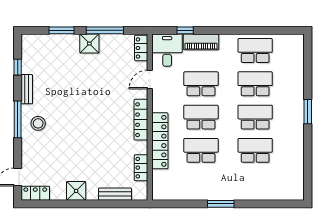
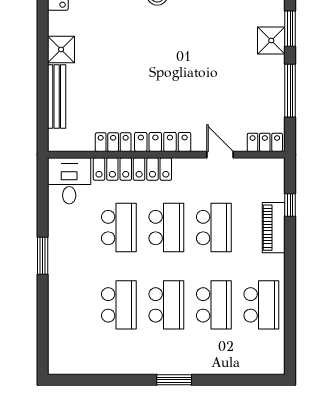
shower: (89, 43) -> (271, 41), moved
desk: (167, 50) -> (69, 181), moved, turned -90
locker: (141, 168) -> (113, 142), moved
bench: (115, 194) -> (57, 96), width x1.36

